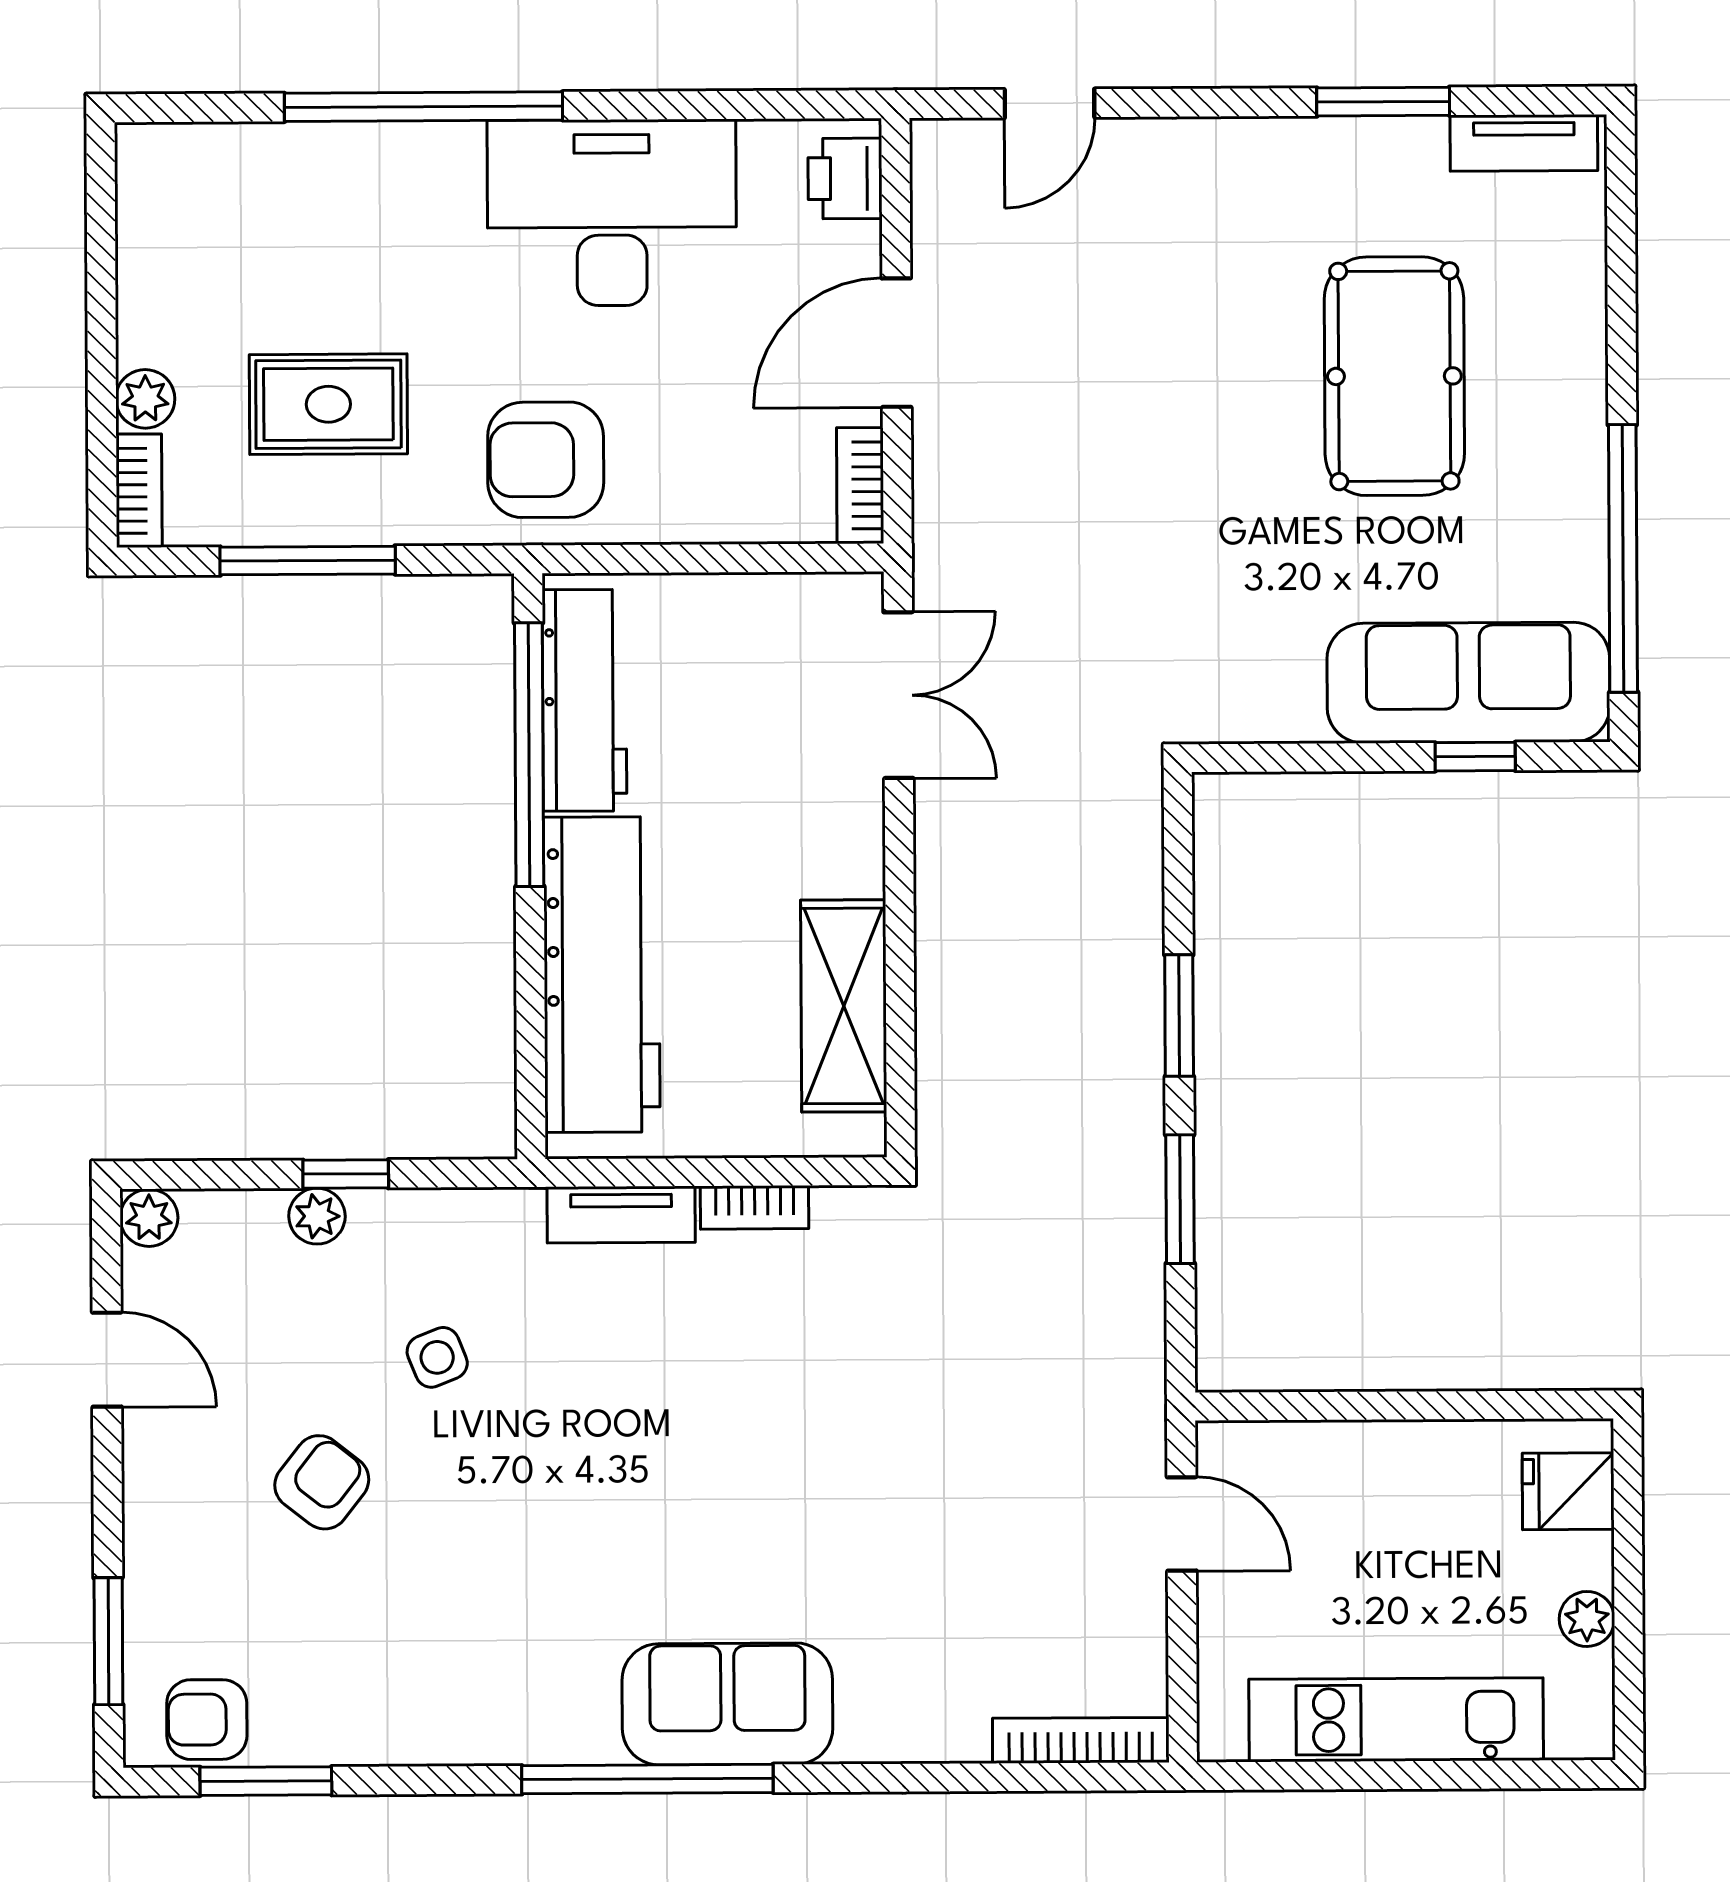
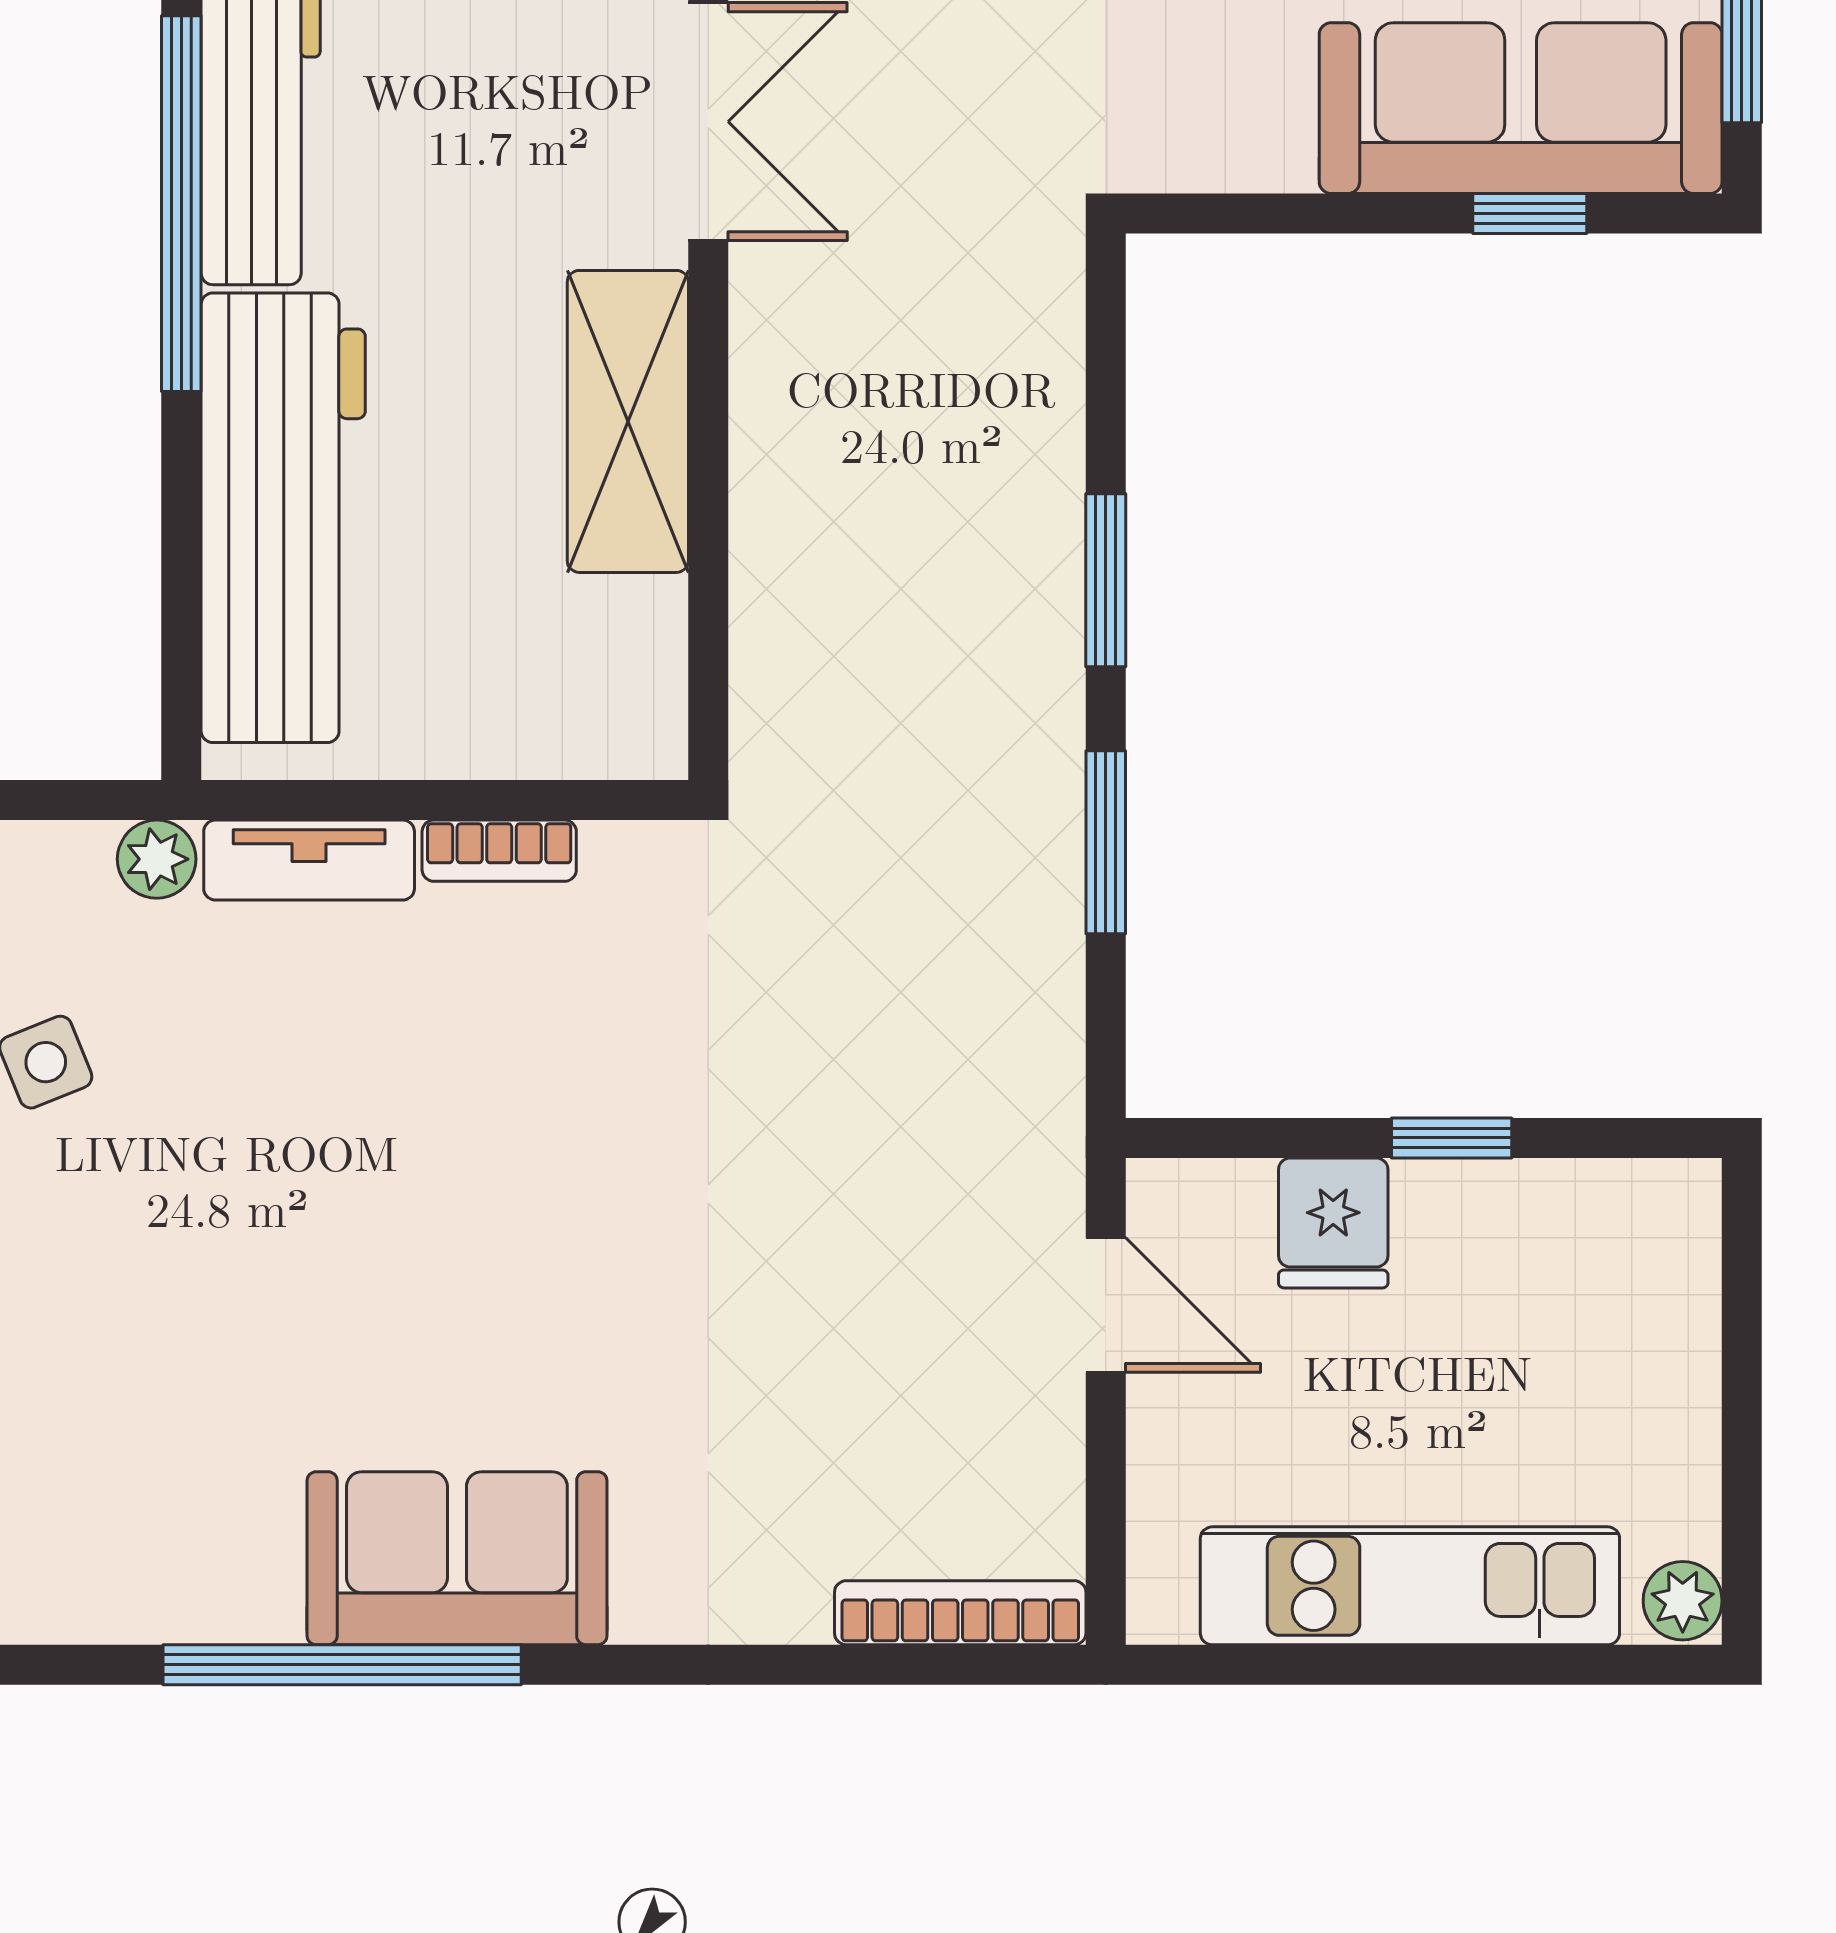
shelving: (844, 1006) -> (628, 421), moved
plant: (514, 1215) -> (157, 859), added
window: (1424, 1405) -> (1452, 1138), added
fridge: (1568, 1491) -> (1333, 1223), moved, turned -90
plant: (1587, 1619) -> (1683, 1601), moved

